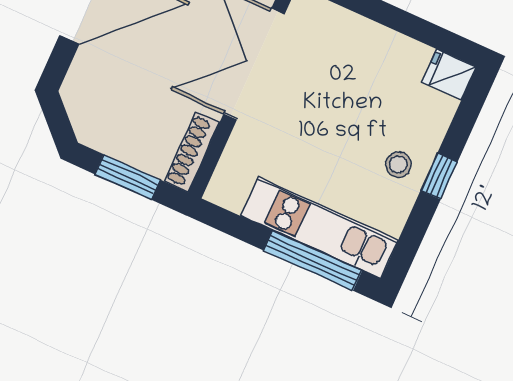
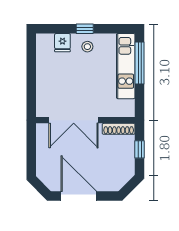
fridge: (449, 75) -> (62, 43), moved
window: (128, 177) -> (140, 149), width x0.67

